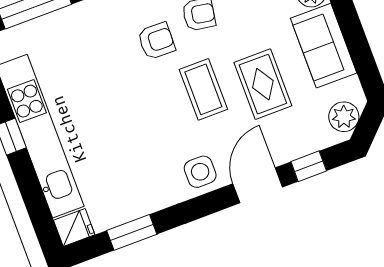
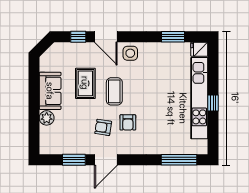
armchair: (156, 41) -> (128, 122), turned -91
plant: (344, 117) -> (53, 54), removed
door: (258, 185) -> (106, 37), hinge flipped

